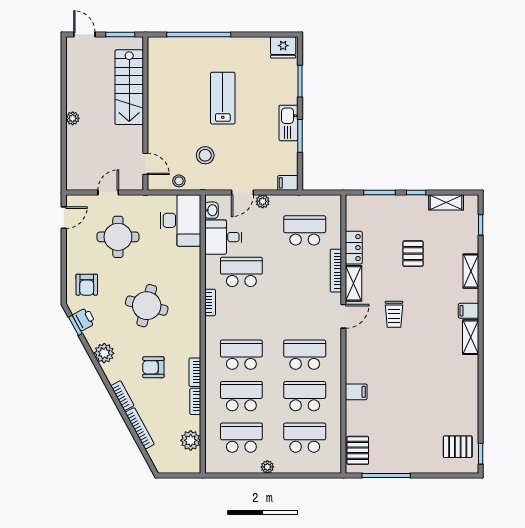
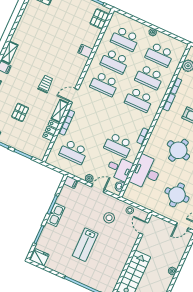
door: (108, 192) -> (182, 227), moved
desk: (180, 220) -> (146, 172), moved

